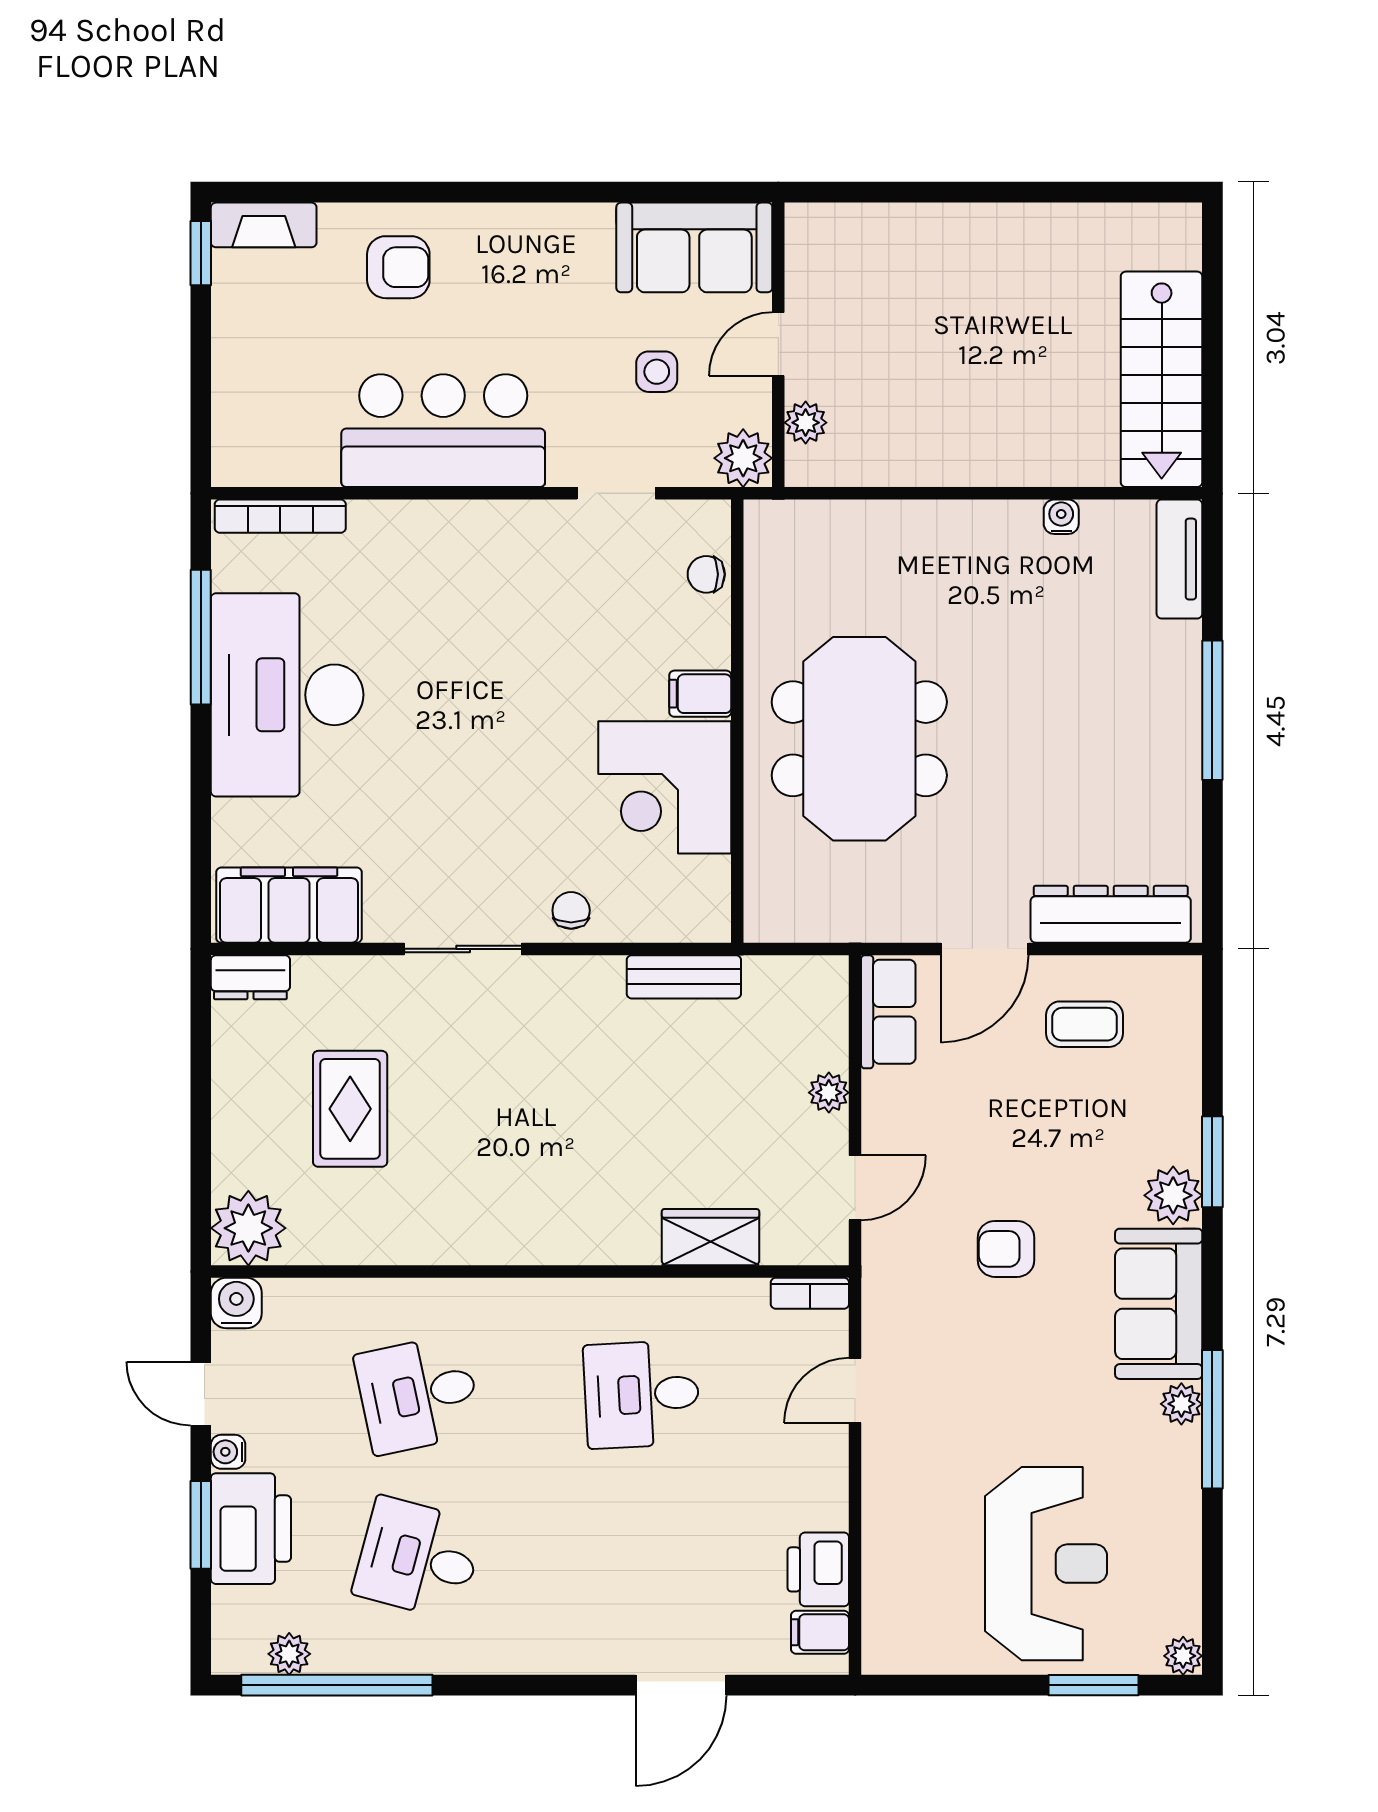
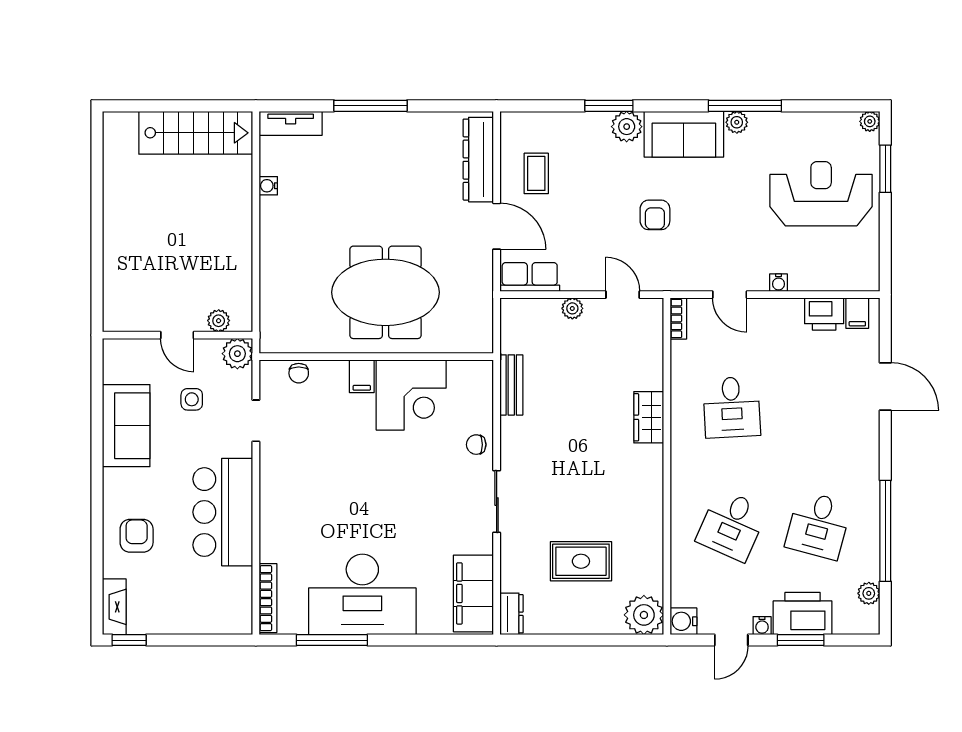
sofa: (694, 247) -> (126, 426), moved
wardrobe: (710, 1237) -> (649, 417), moved
desk: (418, 1394) -> (732, 525), turned 36
water cooler: (878, 1483) -> (779, 283), added
window: (337, 1685) -> (885, 531), moved

